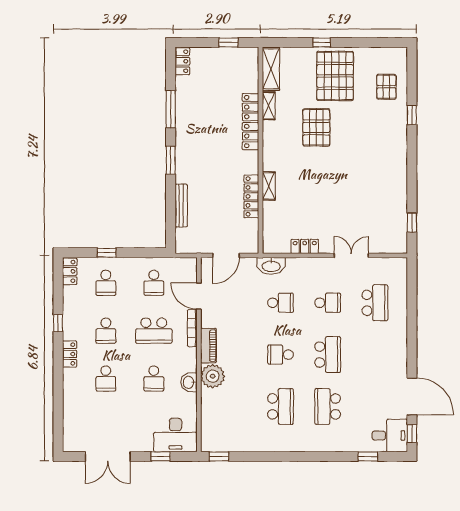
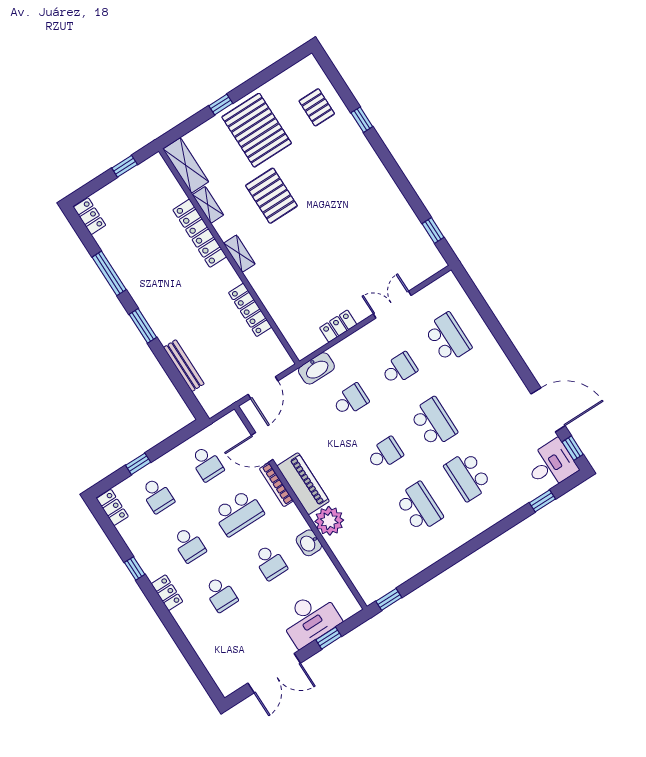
shelving: (269, 186) -> (239, 254), moved
piano: (209, 346) -> (303, 484), width x1.37, depth x1.33
school desk: (280, 355) -> (385, 454), turned 180
desk: (175, 435) -> (310, 619), moved

